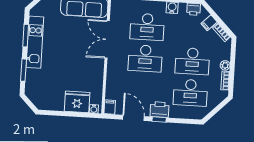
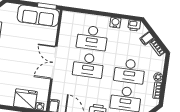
double door: (107, 39) -> (54, 63), moved

